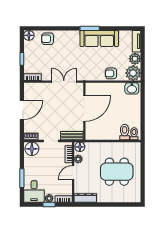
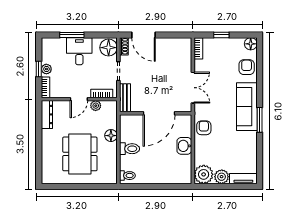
sofa: (99, 39) -> (247, 107), moved
armchair: (111, 73) -> (204, 128), moved
washbasin: (132, 88) -> (184, 146), moved
door: (84, 109) -> (159, 113), hinge flipped
door: (22, 110) -> (143, 35), moved
toilet: (125, 132) -> (129, 149), moved
floor lamp: (80, 147) -> (111, 136), moved
door: (73, 173) -> (79, 99), swing flipped
desk: (34, 192) -> (79, 51), moved, turned 90

